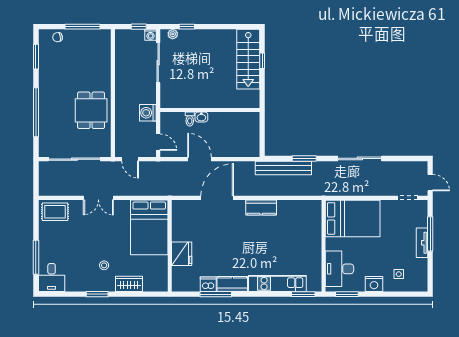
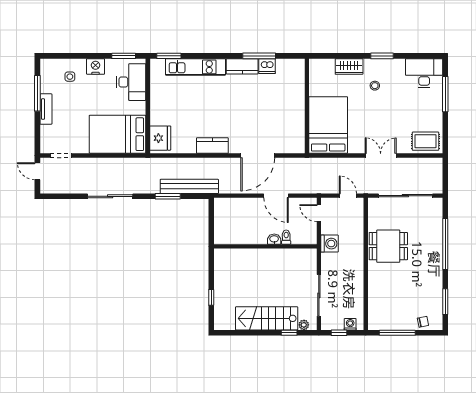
washing machine: (151, 35) -> (350, 324), moved
stairs: (248, 59) -> (267, 318), moved, turned -90
dining table: (91, 110) -> (388, 246), turned 90
window: (430, 234) -> (37, 93), moved
fridge: (182, 254) -> (160, 138), moved, turned 180
desk: (52, 277) -> (424, 73), width x1.37

